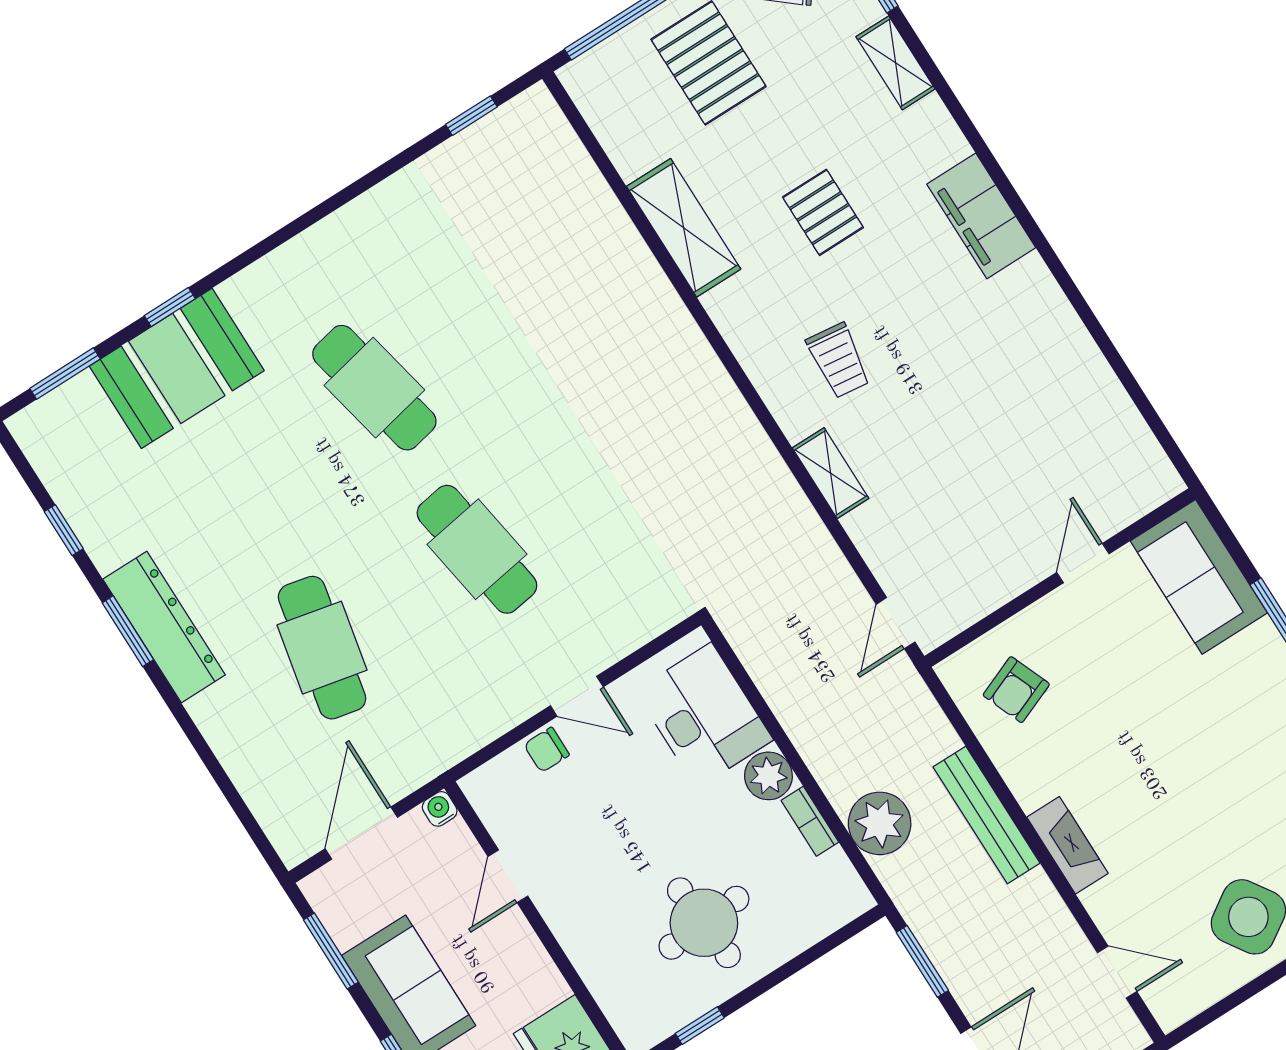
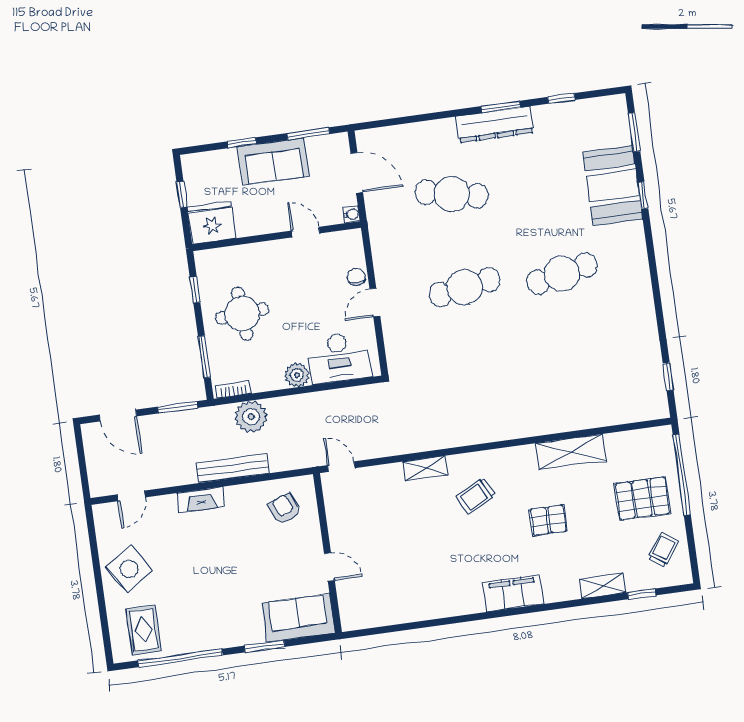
trolley: (839, 360) -> (476, 496), turned -34
bookcase: (810, 821) -> (233, 389), moved
window: (811, 955) -> (204, 357), added

